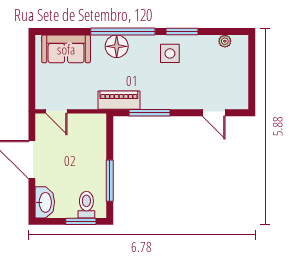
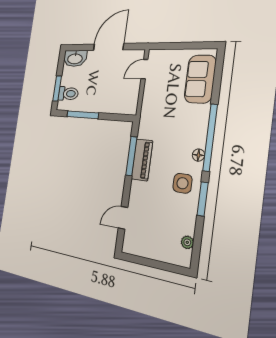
floor lamp: (117, 46) -> (198, 155), moved, width x0.53, depth x0.53
piano: (119, 100) -> (142, 160), moved

